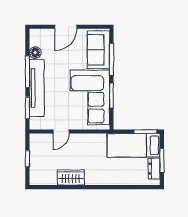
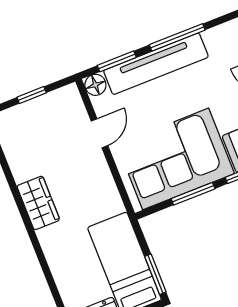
floor lamp: (35, 53) -> (95, 85), moved
door: (61, 132) -> (100, 133), swing flipped
wardrobe: (71, 177) -> (38, 203), moved

